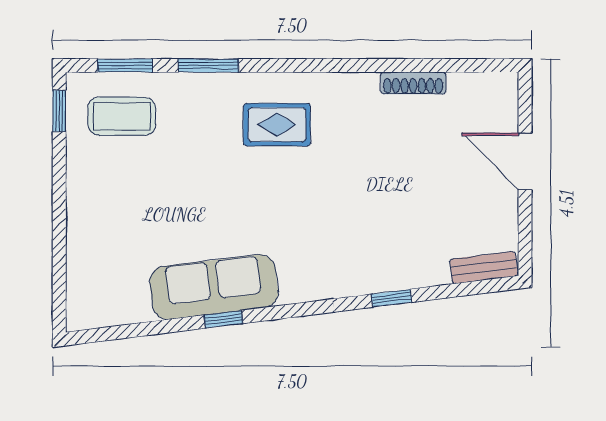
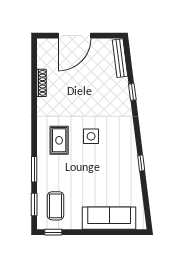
door: (525, 161) -> (75, 36), width x1.36
side table: (286, 200) -> (91, 136), added
bench: (484, 268) -> (120, 58), width x1.36
sofa: (214, 287) -> (109, 218), moved, turned 97

